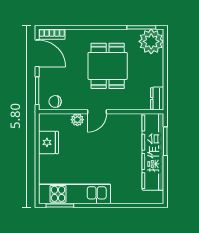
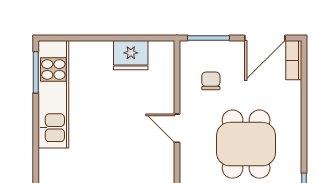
dining table: (108, 66) -> (246, 144), turned 90
chair: (55, 101) -> (211, 81), moved
plant: (77, 120) -> (165, 98), removed

